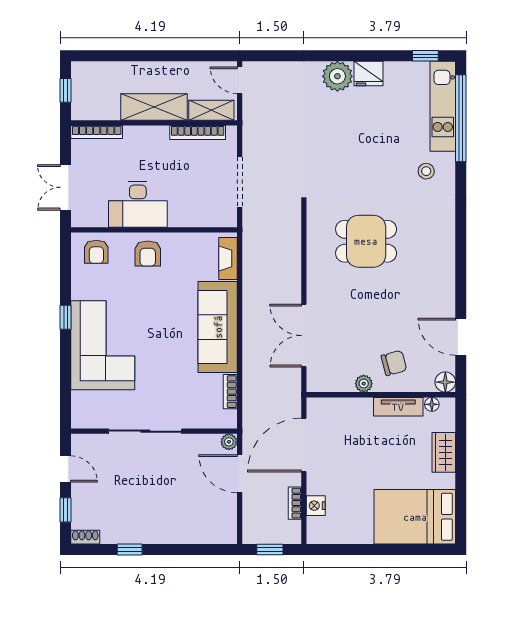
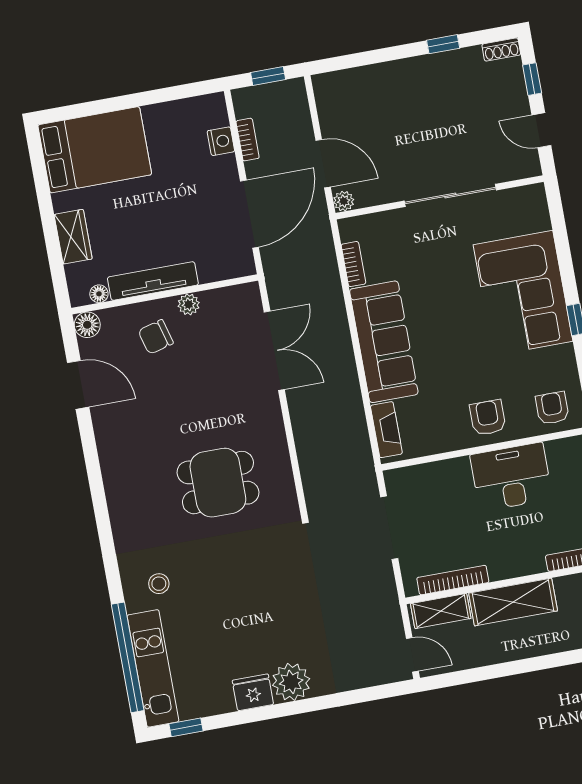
tv unit: (398, 407) -> (153, 281), width x1.41

